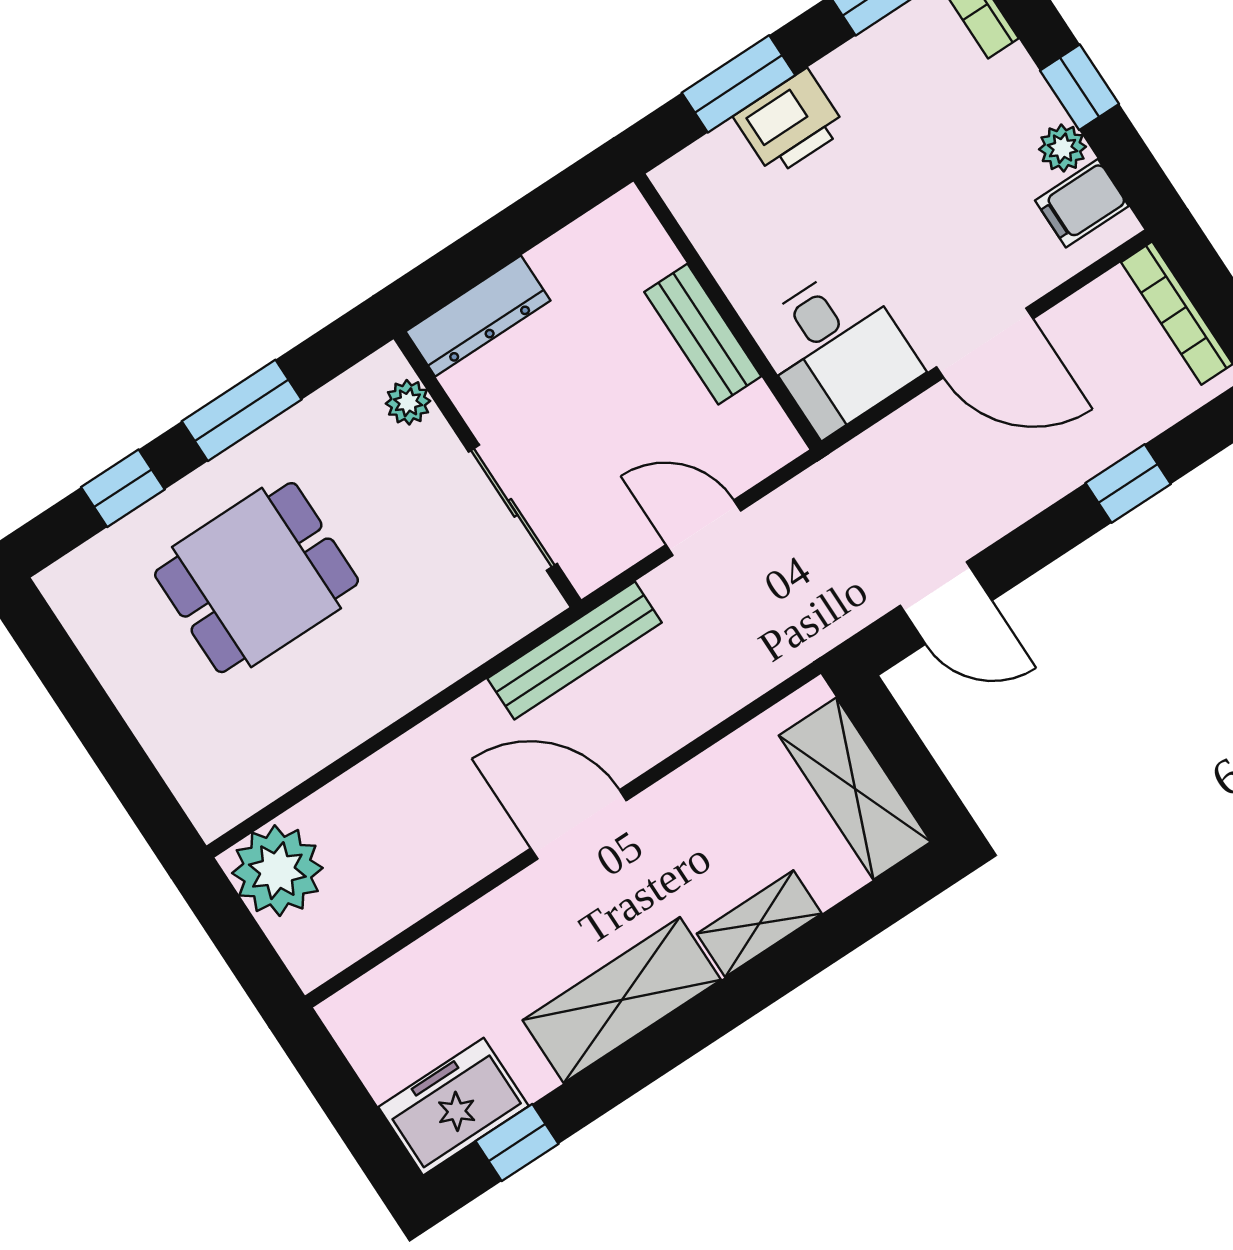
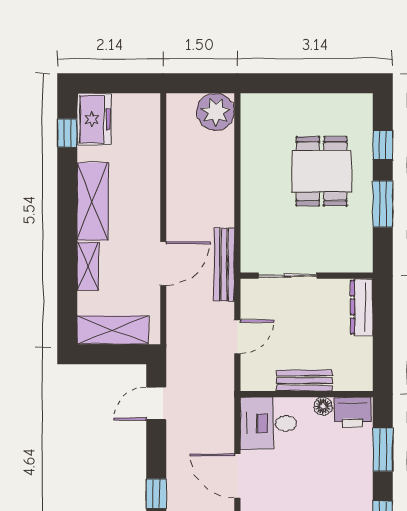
printer: (790, 123) -> (353, 412), moved, turned -90
floor lamp: (730, 262) -> (323, 406), added
door: (985, 343) -> (237, 476), hinge flipped
plant: (408, 402) -> (348, 263), removed
door: (579, 824) -> (163, 264), moved

